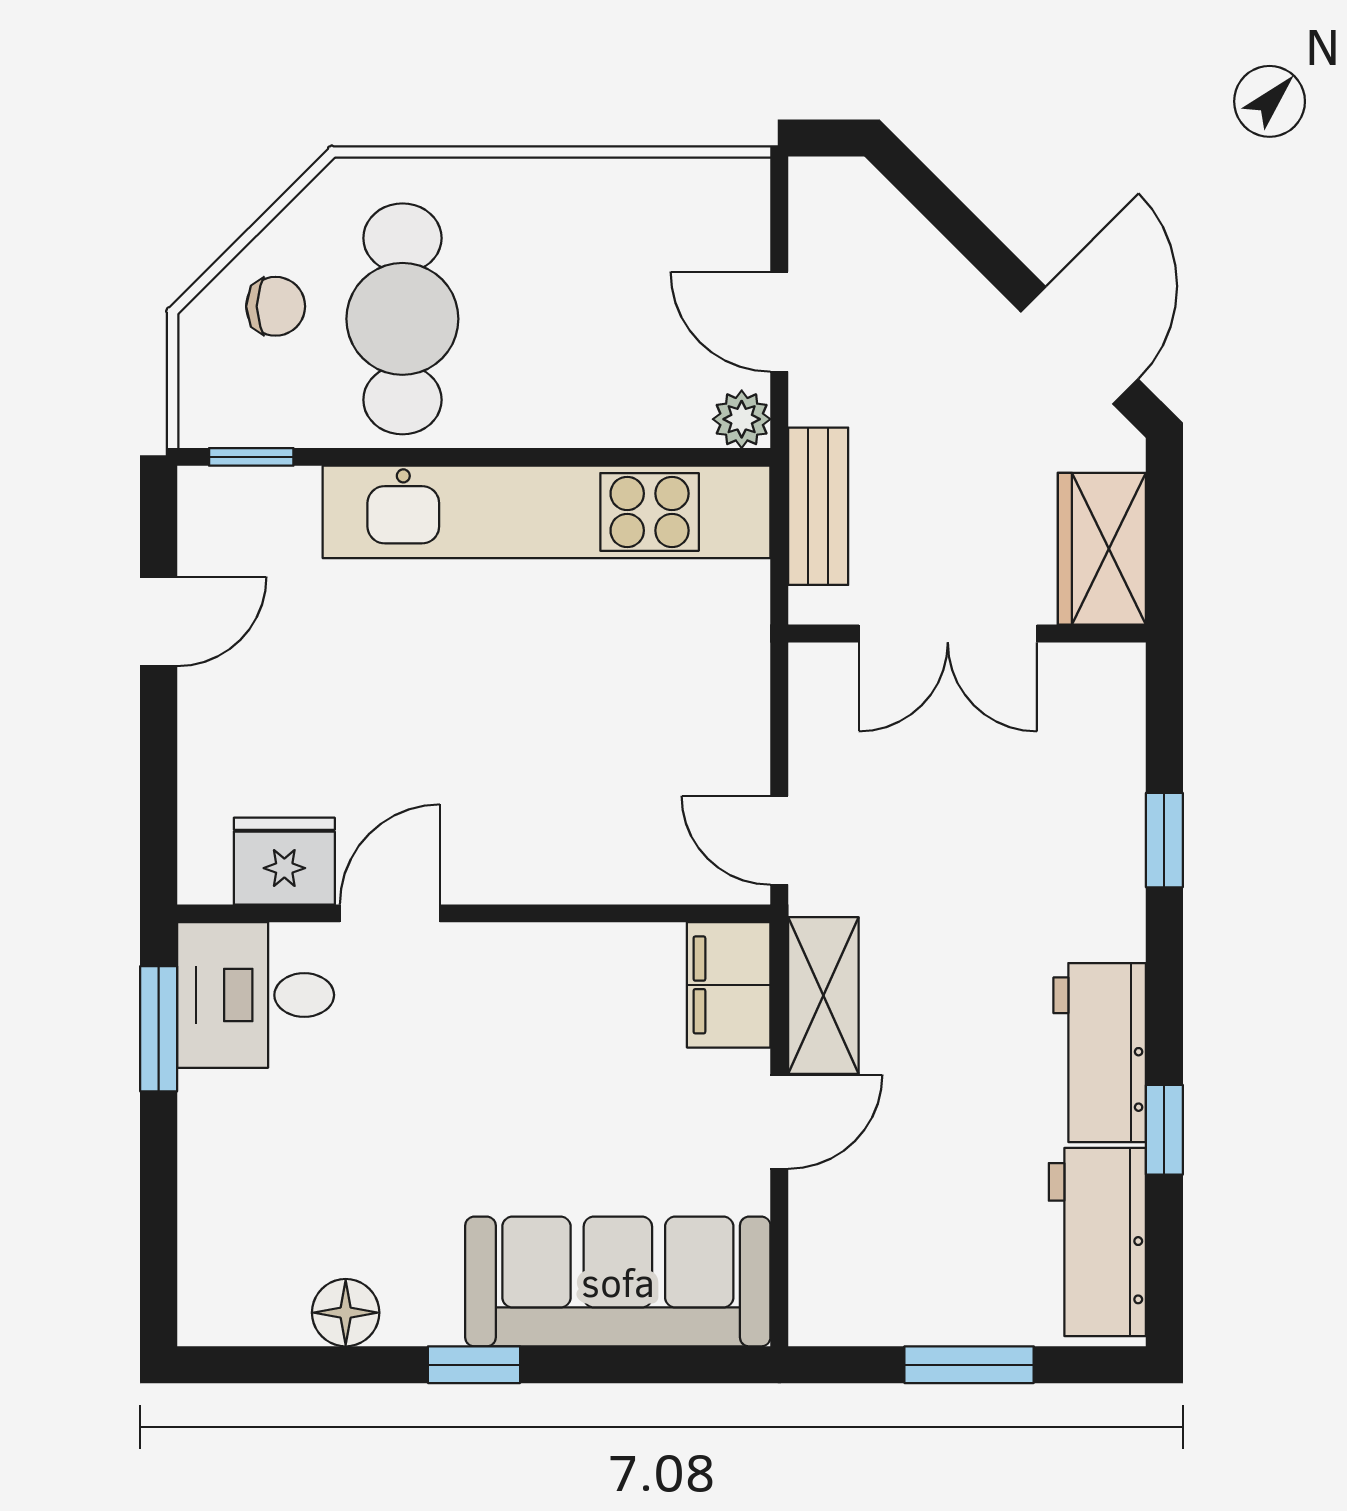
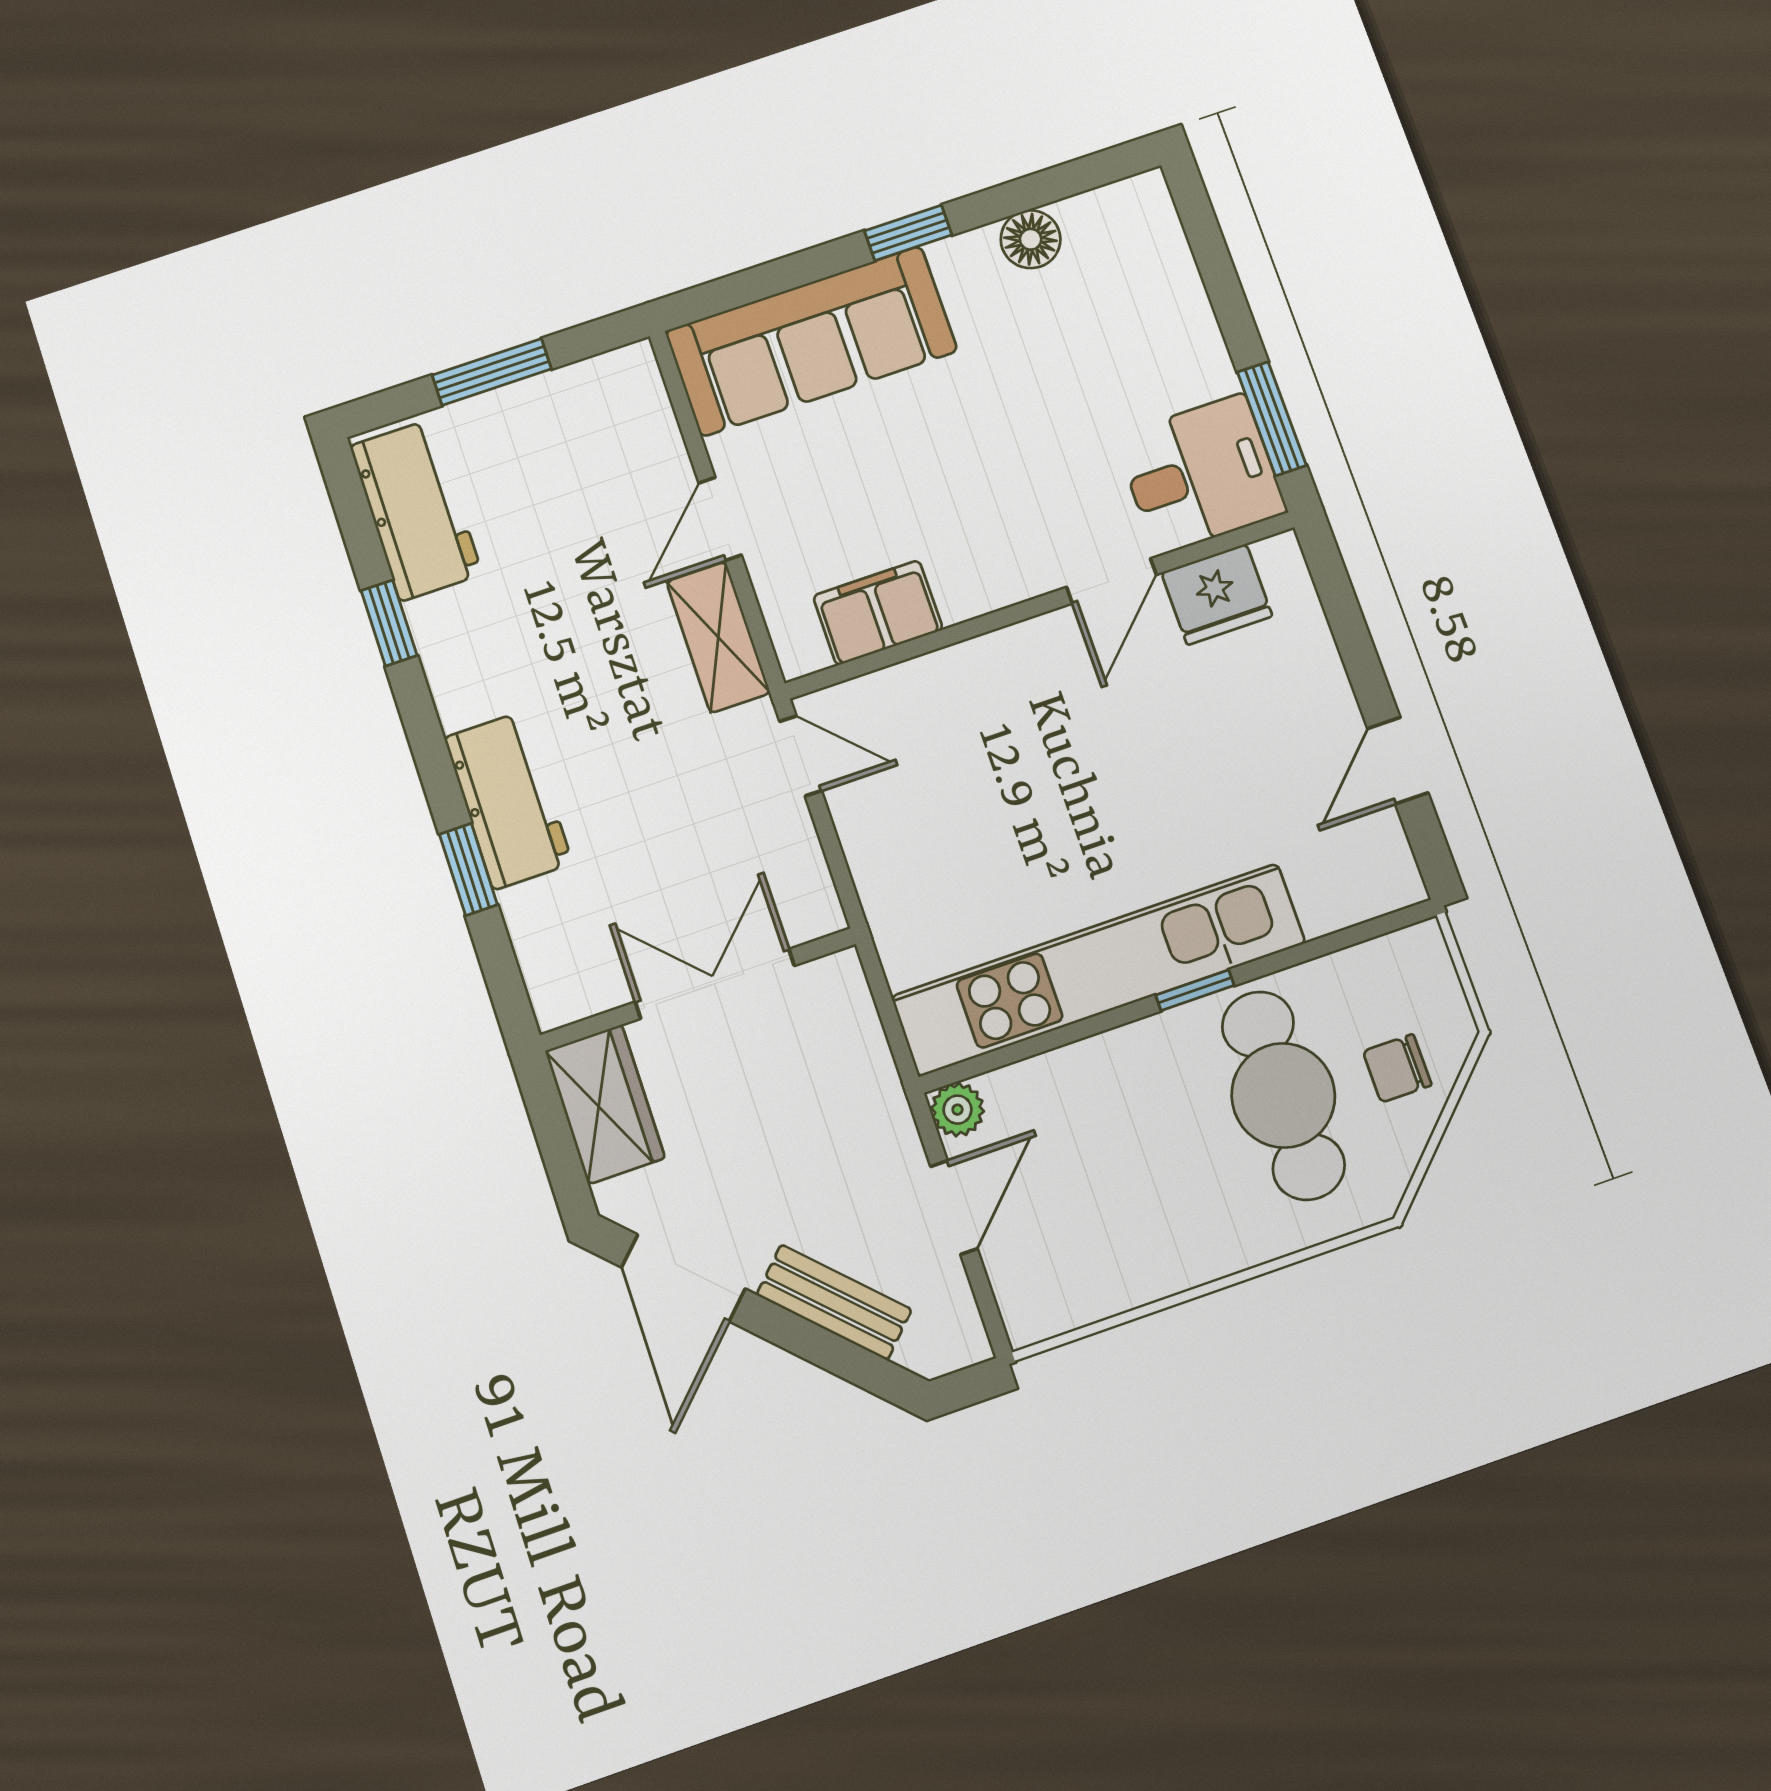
door: (779, 322) -> (954, 1207), hinge flipped
window: (251, 457) -> (1195, 990), moved
bench: (818, 506) -> (834, 1302), moved, turned -45
filing cabinet: (729, 985) -> (878, 613), moved, turned -90
workbench: (1100, 1053) -> (508, 800), moved

